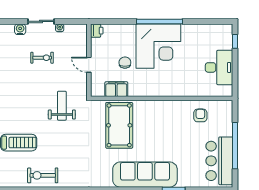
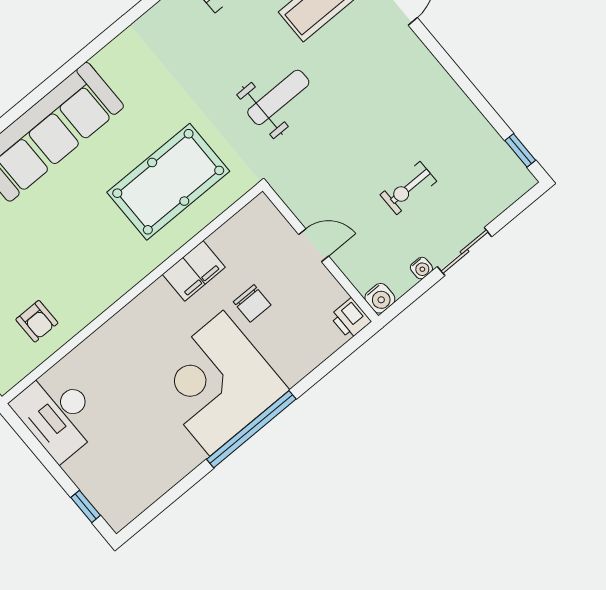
water cooler: (20, 29) -> (380, 298), moved
desk: (219, 67) -> (58, 414), moved
filing cabinet: (116, 89) -> (194, 271), moved
weight bench: (62, 106) -> (278, 97), moved, turned -90
pool table: (119, 125) -> (168, 182), turned 90

